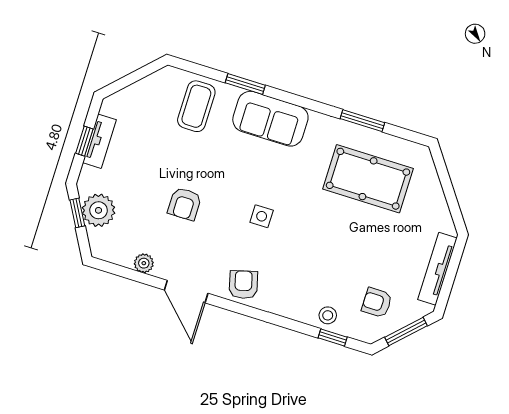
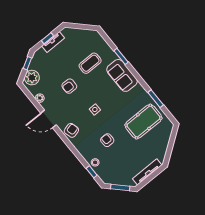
coffee table: (196, 106) -> (90, 63), moved
pool table: (368, 179) -> (143, 122), turned 90
plant: (98, 210) -> (32, 78), moved
door: (186, 292) -> (48, 119), hinge flipped
armchair: (377, 303) -> (107, 140), moved

